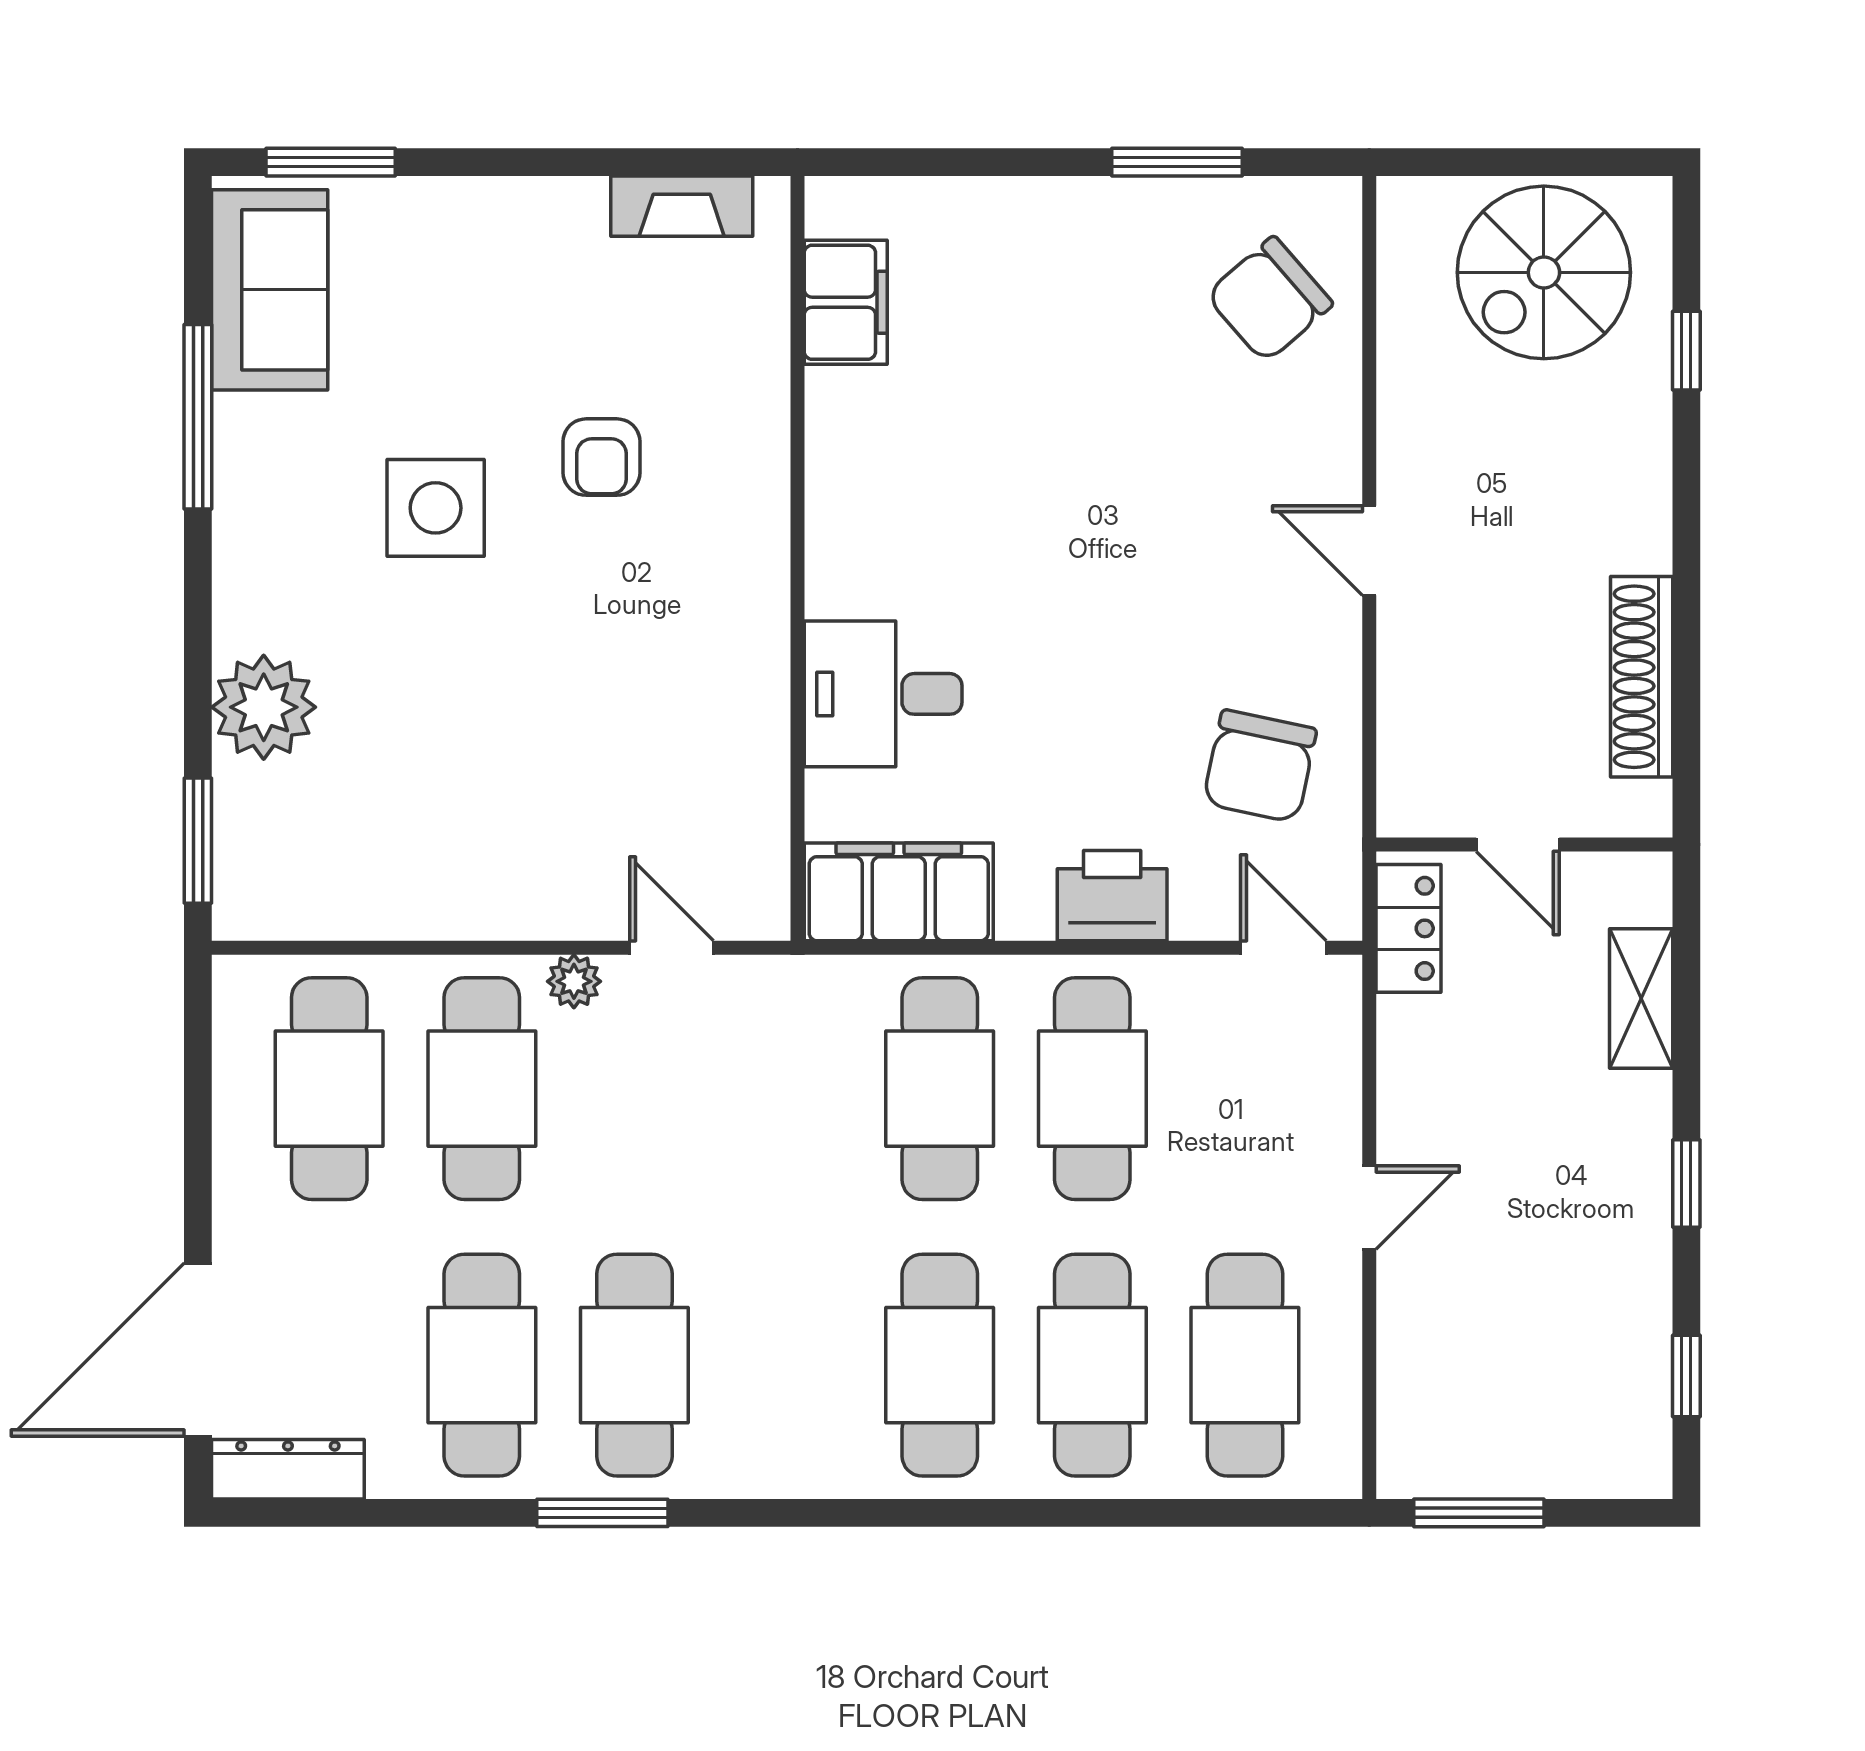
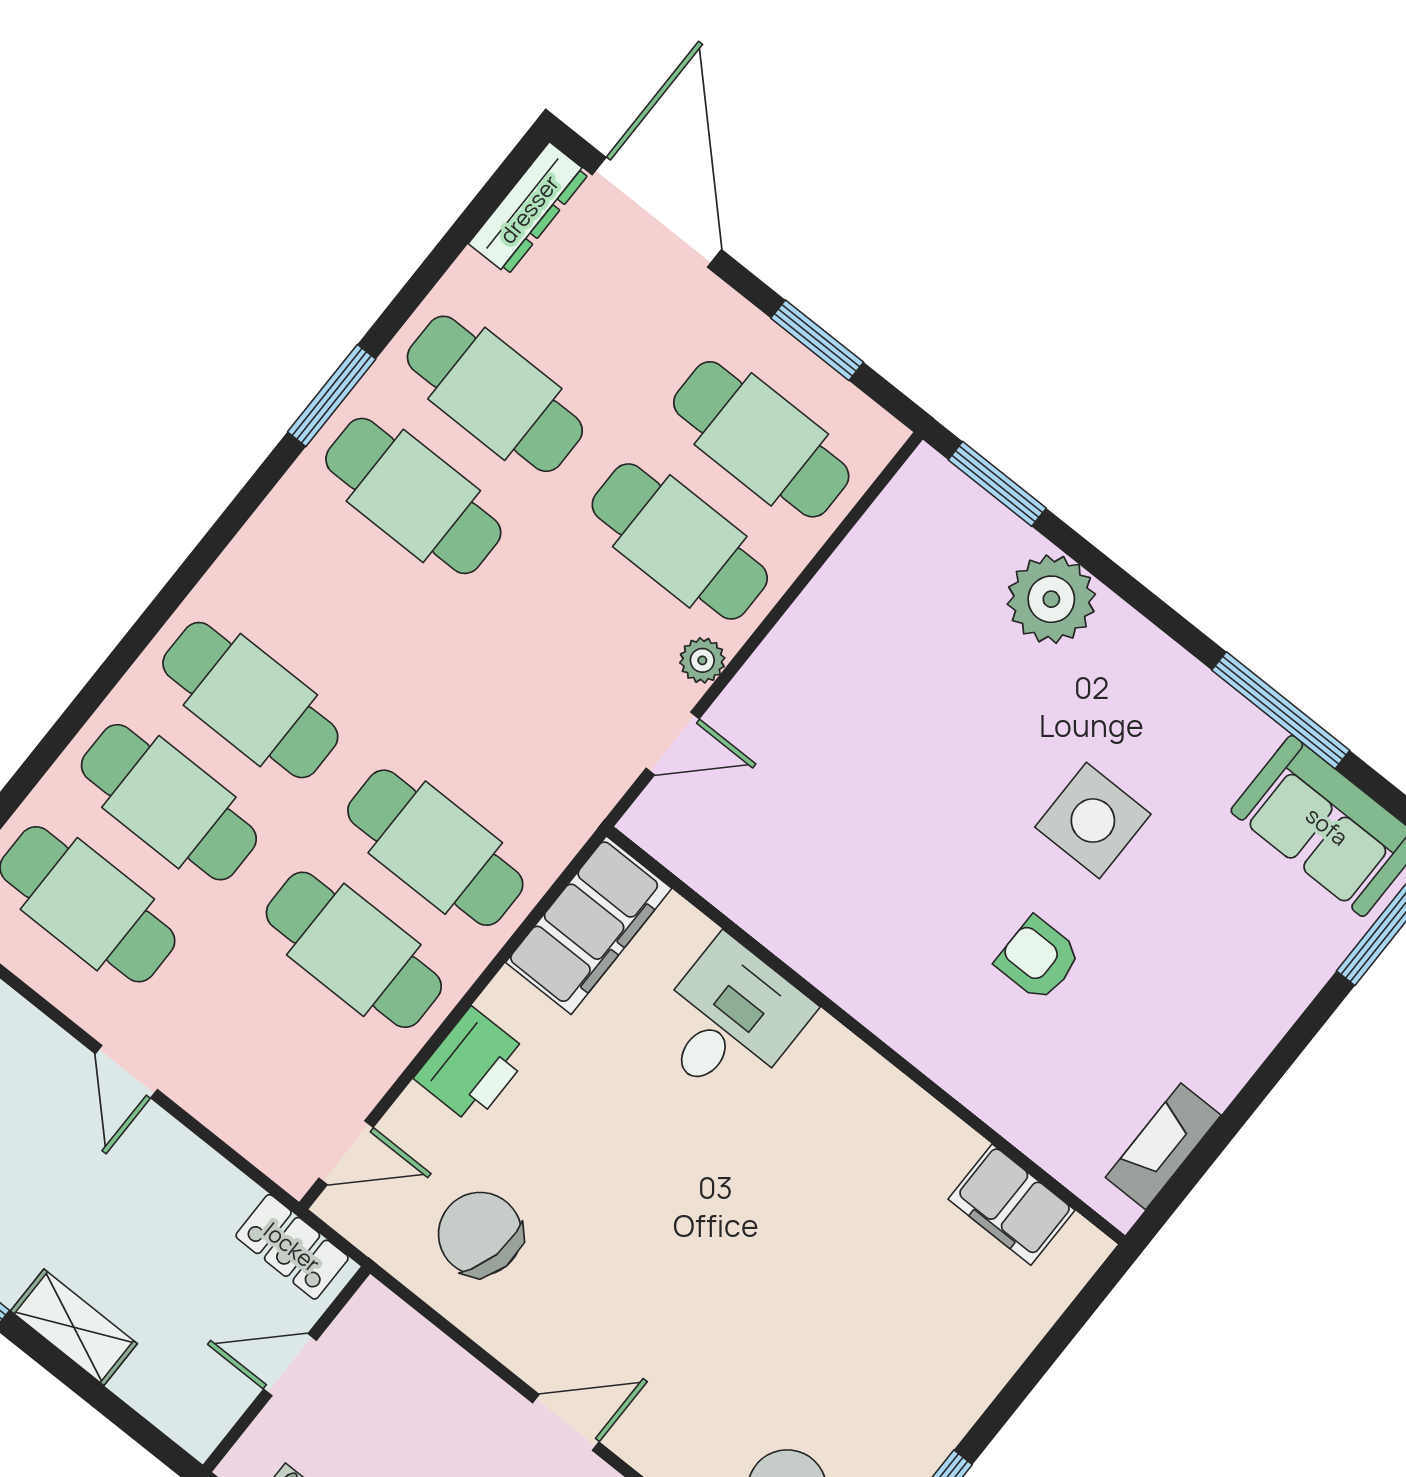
shelving: (1641, 998) -> (74, 1327), moved
window: (198, 1110) -> (817, 340), added

